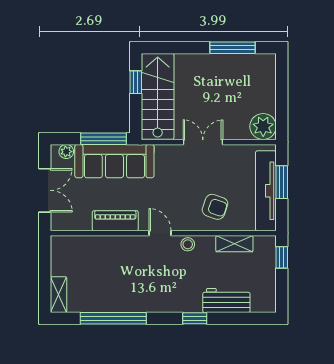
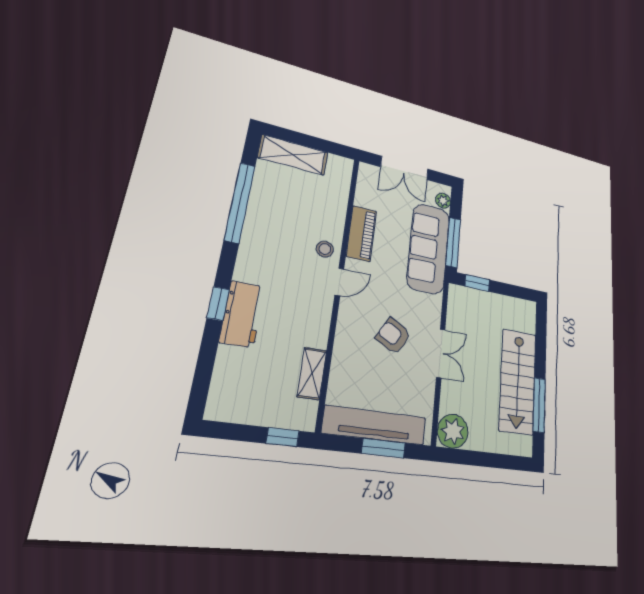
window: (136, 82) -> (477, 283), moved
stairs: (158, 96) -> (518, 381), moved, turned 90
armchair: (215, 207) -> (393, 336), moved, turned 100
stool: (188, 244) -> (325, 249), moved
shelving: (58, 295) -> (293, 155), width x1.50, depth x1.33
workbench: (226, 300) -> (242, 314), moved

